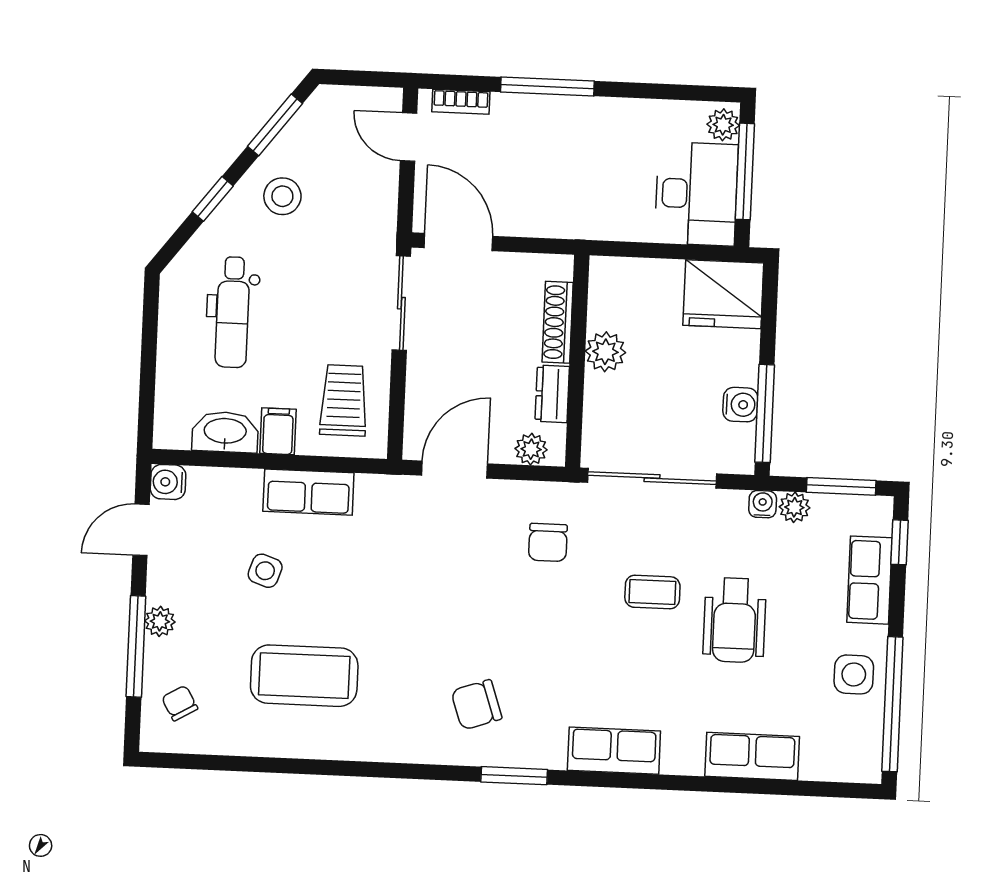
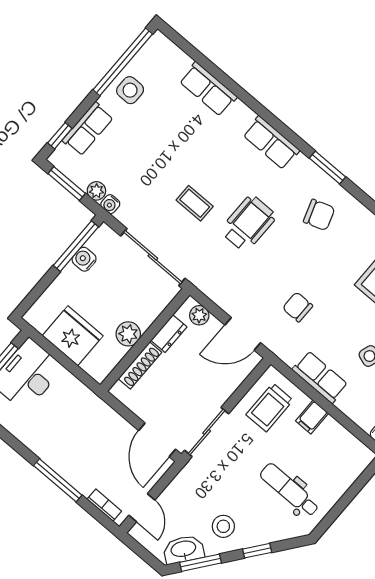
fridge: (723, 294) -> (73, 336), moved
dental chair: (233, 312) -> (289, 490), turned -90
washbasin: (225, 432) -> (184, 549), moved, turned 128
chair: (548, 542) -> (298, 307), moved, turned -90
wheelchair: (734, 620) -> (248, 223), moved

